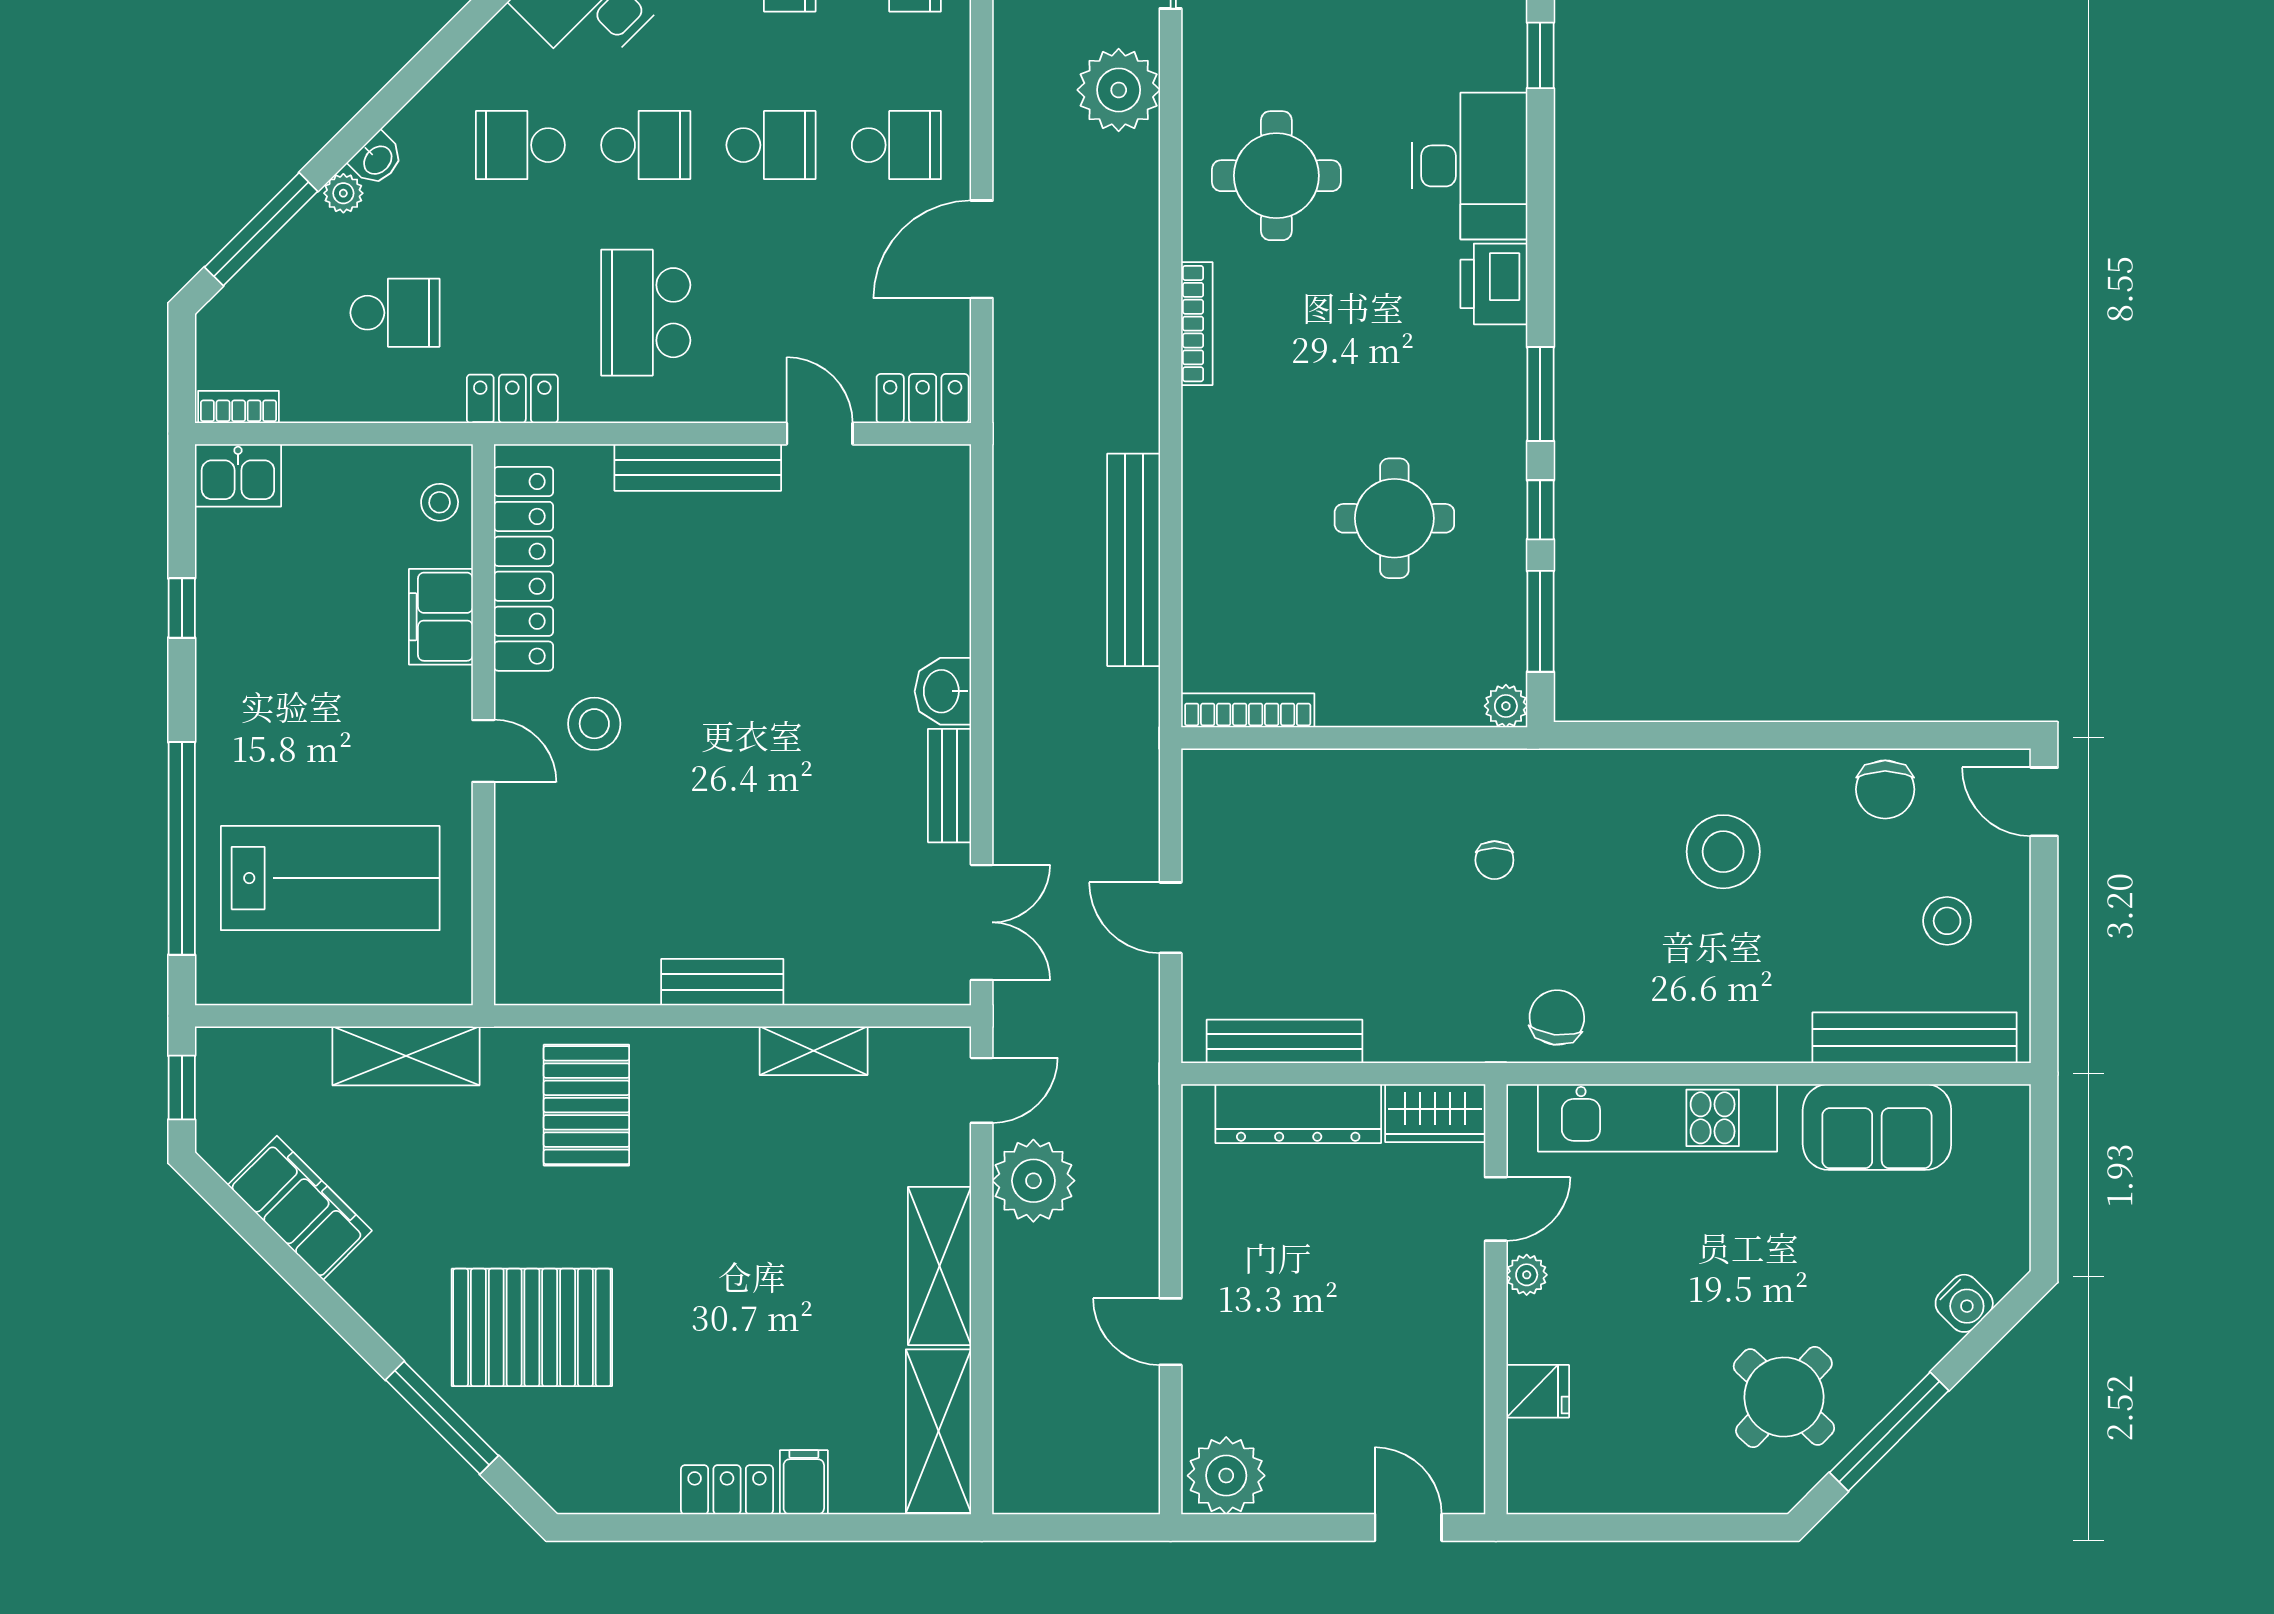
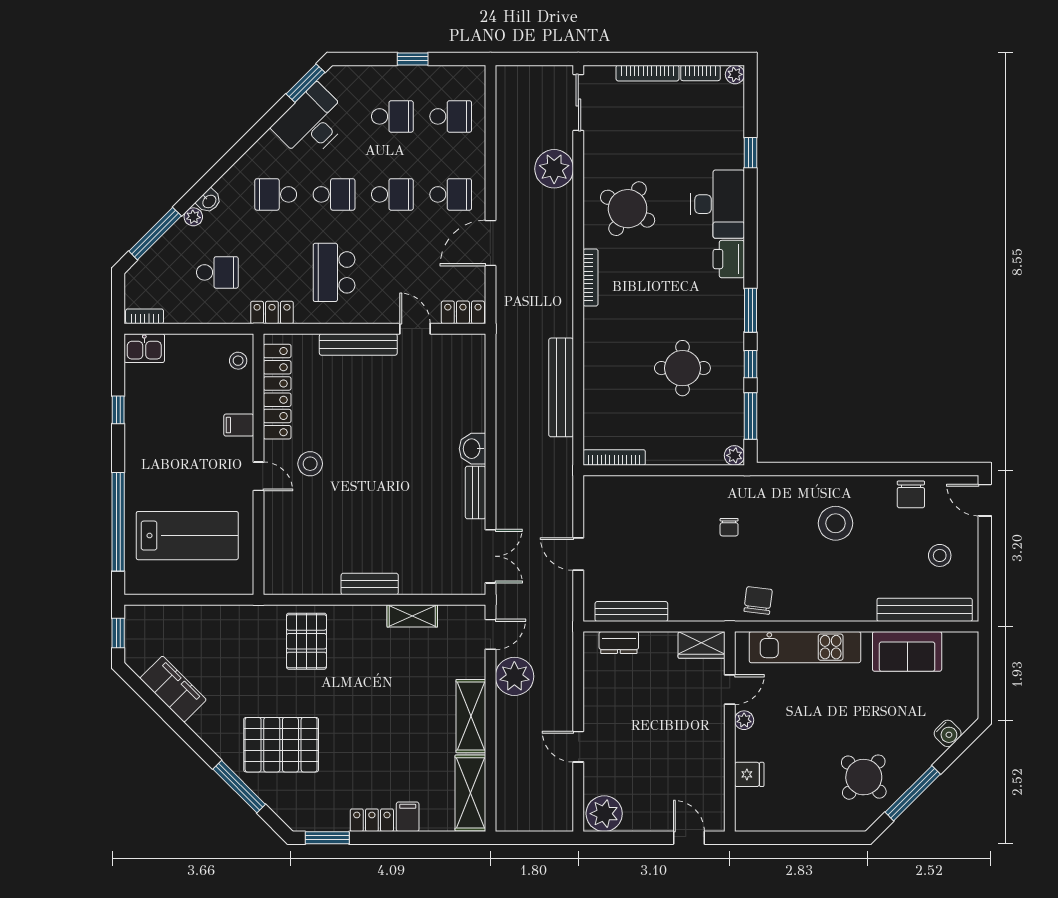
round table: (1276, 176) -> (628, 209), turned 30
filing cabinet: (441, 617) -> (239, 425), width x0.50
shelving: (406, 1056) -> (222, 618), removed
dresser: (1298, 1114) -> (619, 642), width x0.51, depth x0.80
window: (631, 1527) -> (327, 838), added

